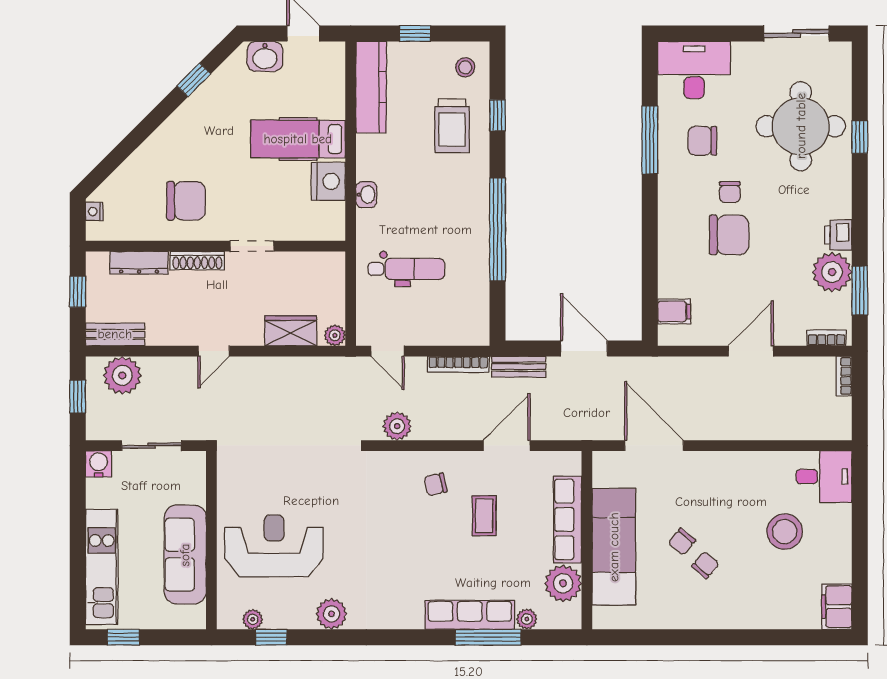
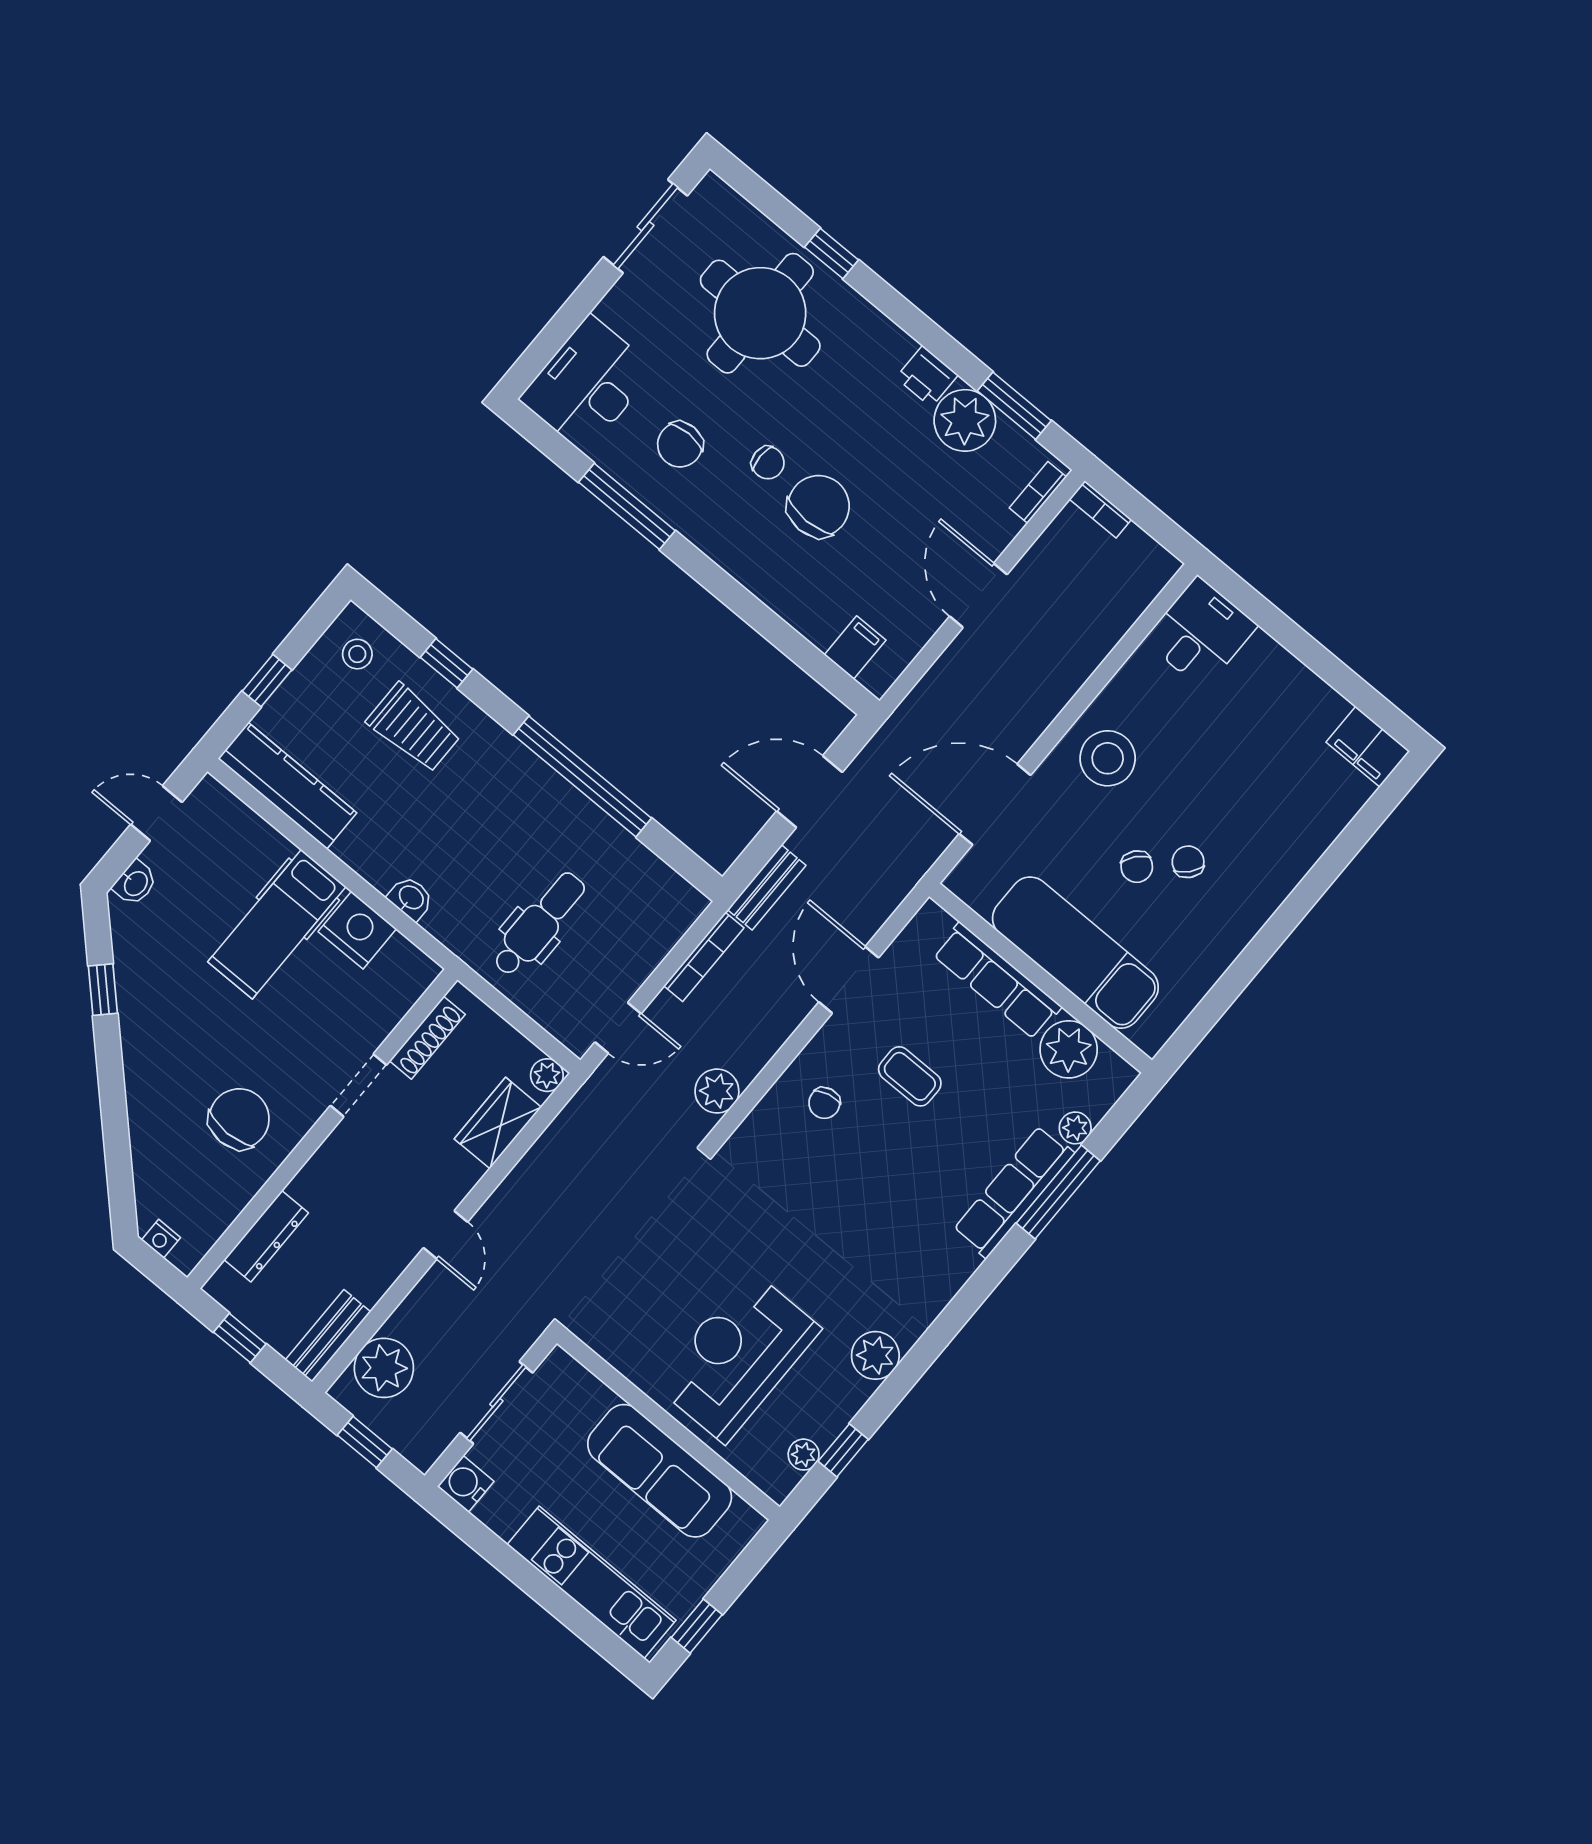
washbasin: (265, 56) -> (135, 883), width x0.72, depth x0.69
shoe rack: (197, 261) -> (427, 1038), moved
stool: (785, 532) -> (1108, 758), moved

